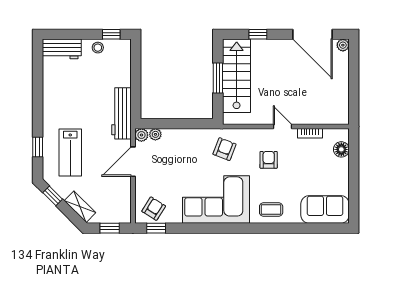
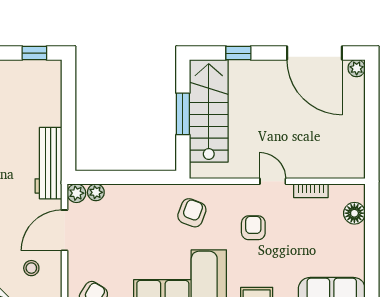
stool: (98, 48) -> (31, 268), moved

